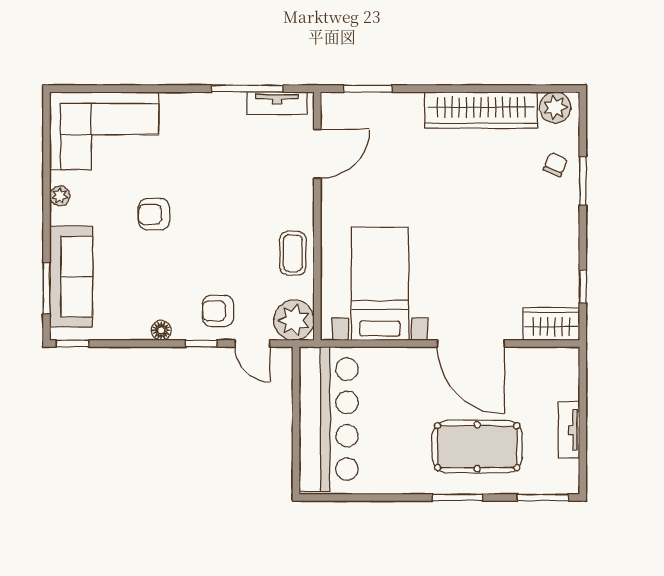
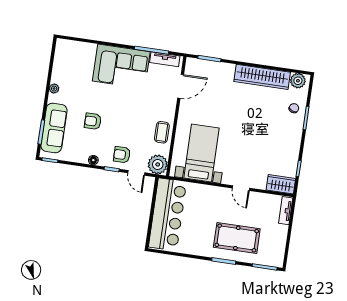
corner sofa: (104, 131) -> (121, 66), moved
armchair: (154, 214) -> (93, 121), moved
door: (471, 344) -> (241, 188), width x0.53
tv unit: (569, 430) -> (286, 211), moved

